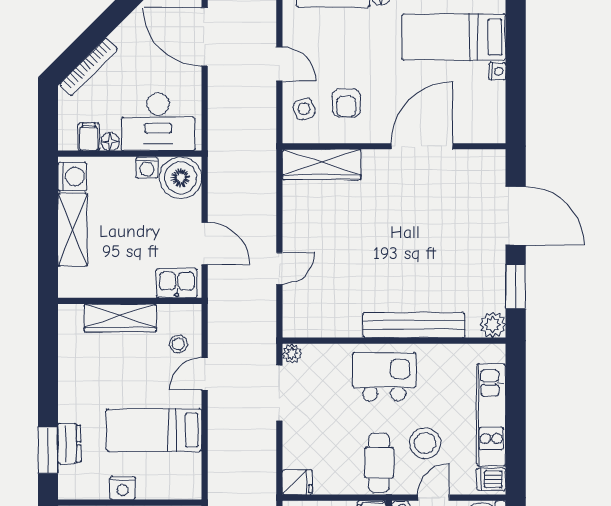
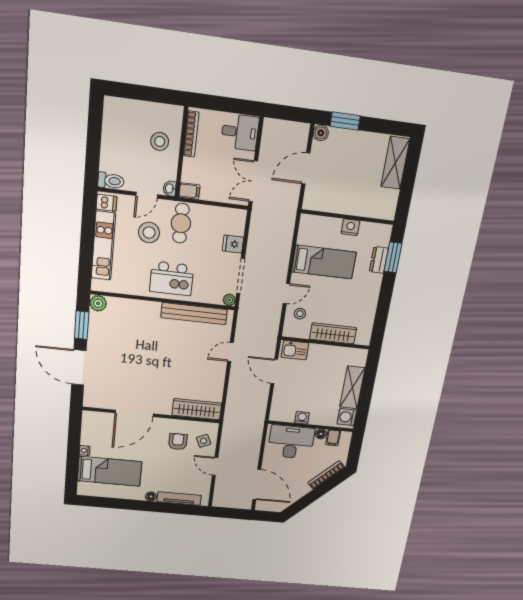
boiler: (181, 178) -> (283, 410), removed
bench: (414, 325) -> (194, 314), moved
fridge: (297, 482) -> (233, 244), moved

